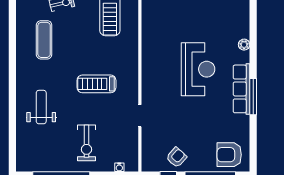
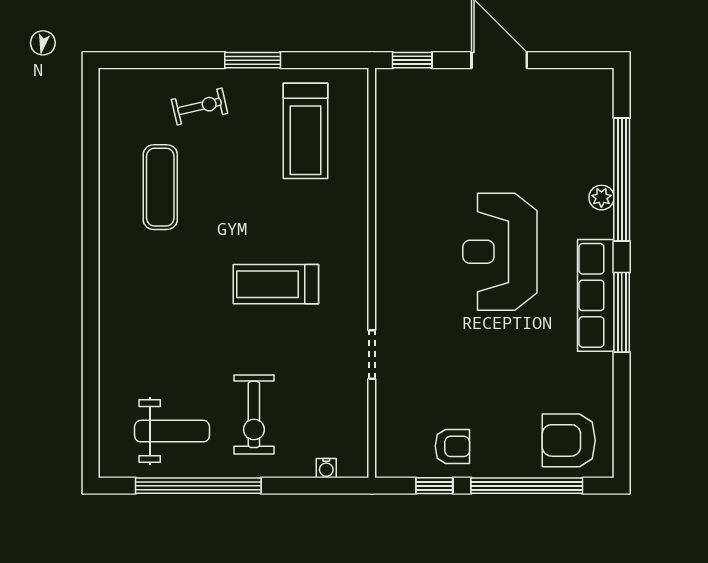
window: (253, 36) -> (622, 180), added
reception desk: (198, 69) -> (500, 252), turned 180
weight bench: (41, 107) -> (172, 431), moved, turned 90
armchair: (176, 157) -> (452, 446), turned 48

